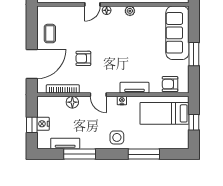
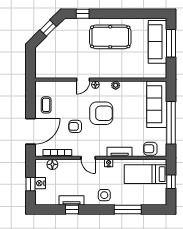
armchair: (113, 43) -> (101, 113), added
window: (194, 54) -> (171, 123), width x2.11
floor lamp: (72, 102) -> (52, 164), moved
tv unit: (65, 144) -> (72, 200), moved
window: (80, 154) -> (72, 209), width x0.46

